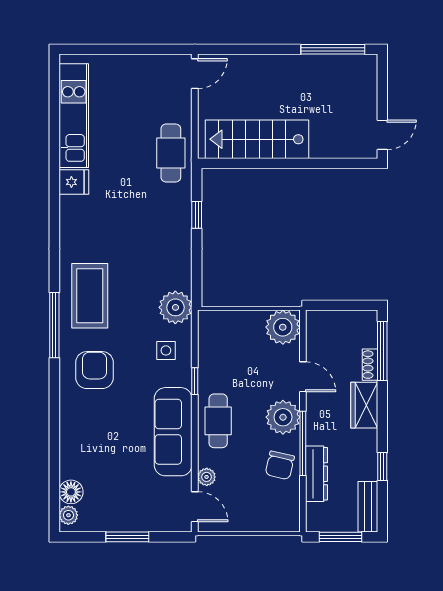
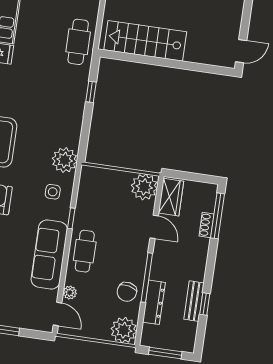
wardrobe: (364, 405) -> (171, 197), moved, turned 180
plant: (283, 417) -> (124, 330), moved
bench: (368, 507) -> (194, 301), moved

